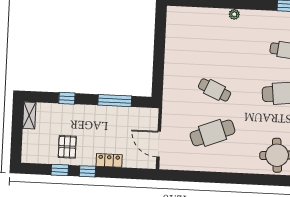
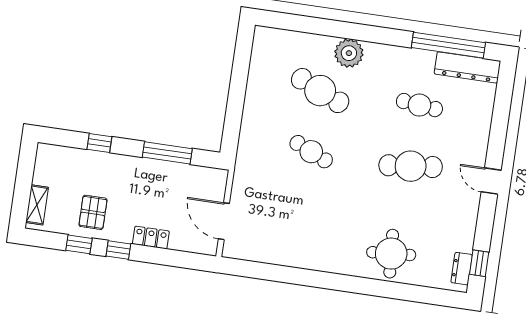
plant: (234, 14) -> (349, 53), width x1.88, depth x1.88
shelving: (29, 115) -> (37, 205), moved
cafe table: (213, 133) -> (320, 91), moved, turned 45

